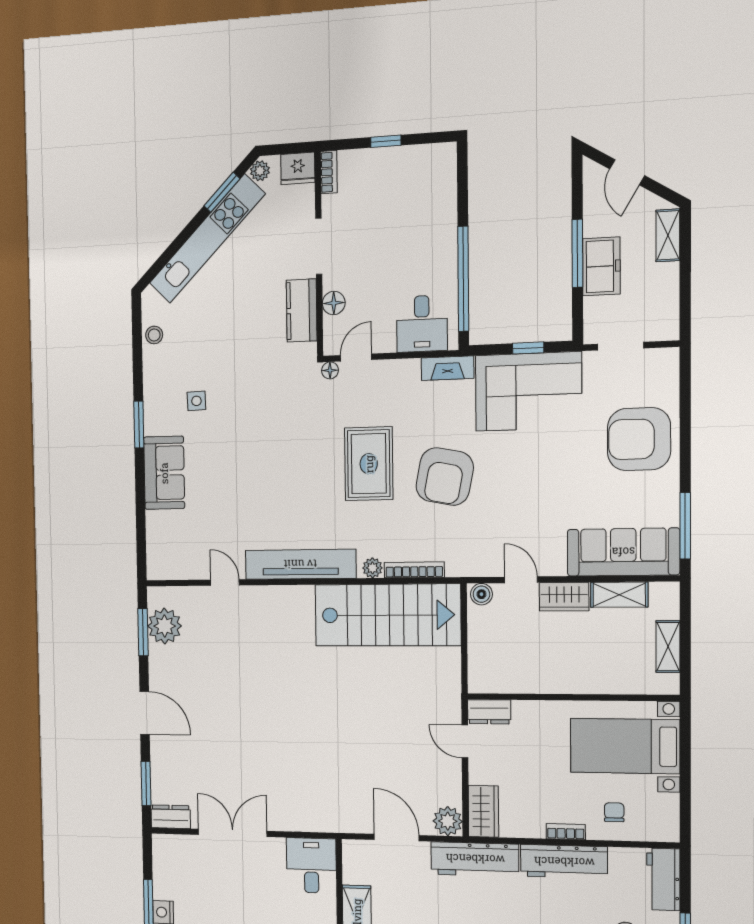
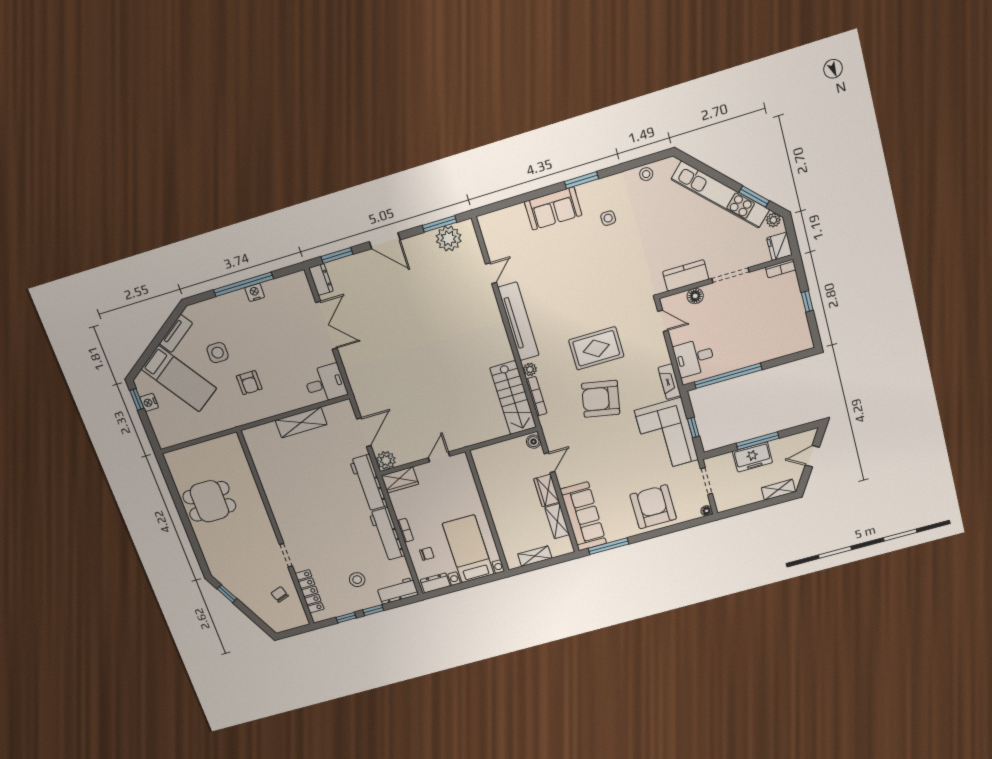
floor lamp: (330, 370) -> (707, 511), moved
stairs: (387, 615) -> (513, 398), width x0.73, depth x0.66
dresser: (489, 712) -> (435, 583), moved, turned 90
door: (145, 713) -> (385, 241), hinge flipped

